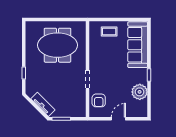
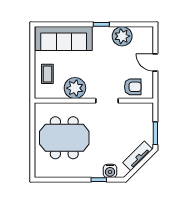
meeting table: (58, 45) -> (64, 138), turned 90
plant: (98, 54) -> (75, 88), added
water cooler: (31, 82) -> (110, 171), added

